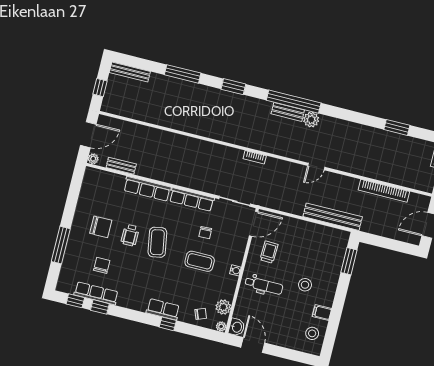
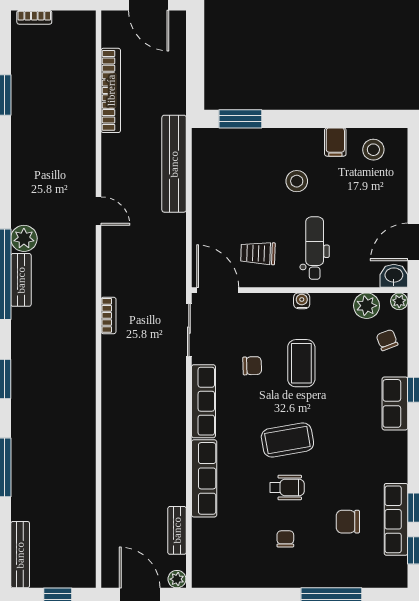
chair: (101, 227) -> (285, 539), width x0.54, depth x0.54

